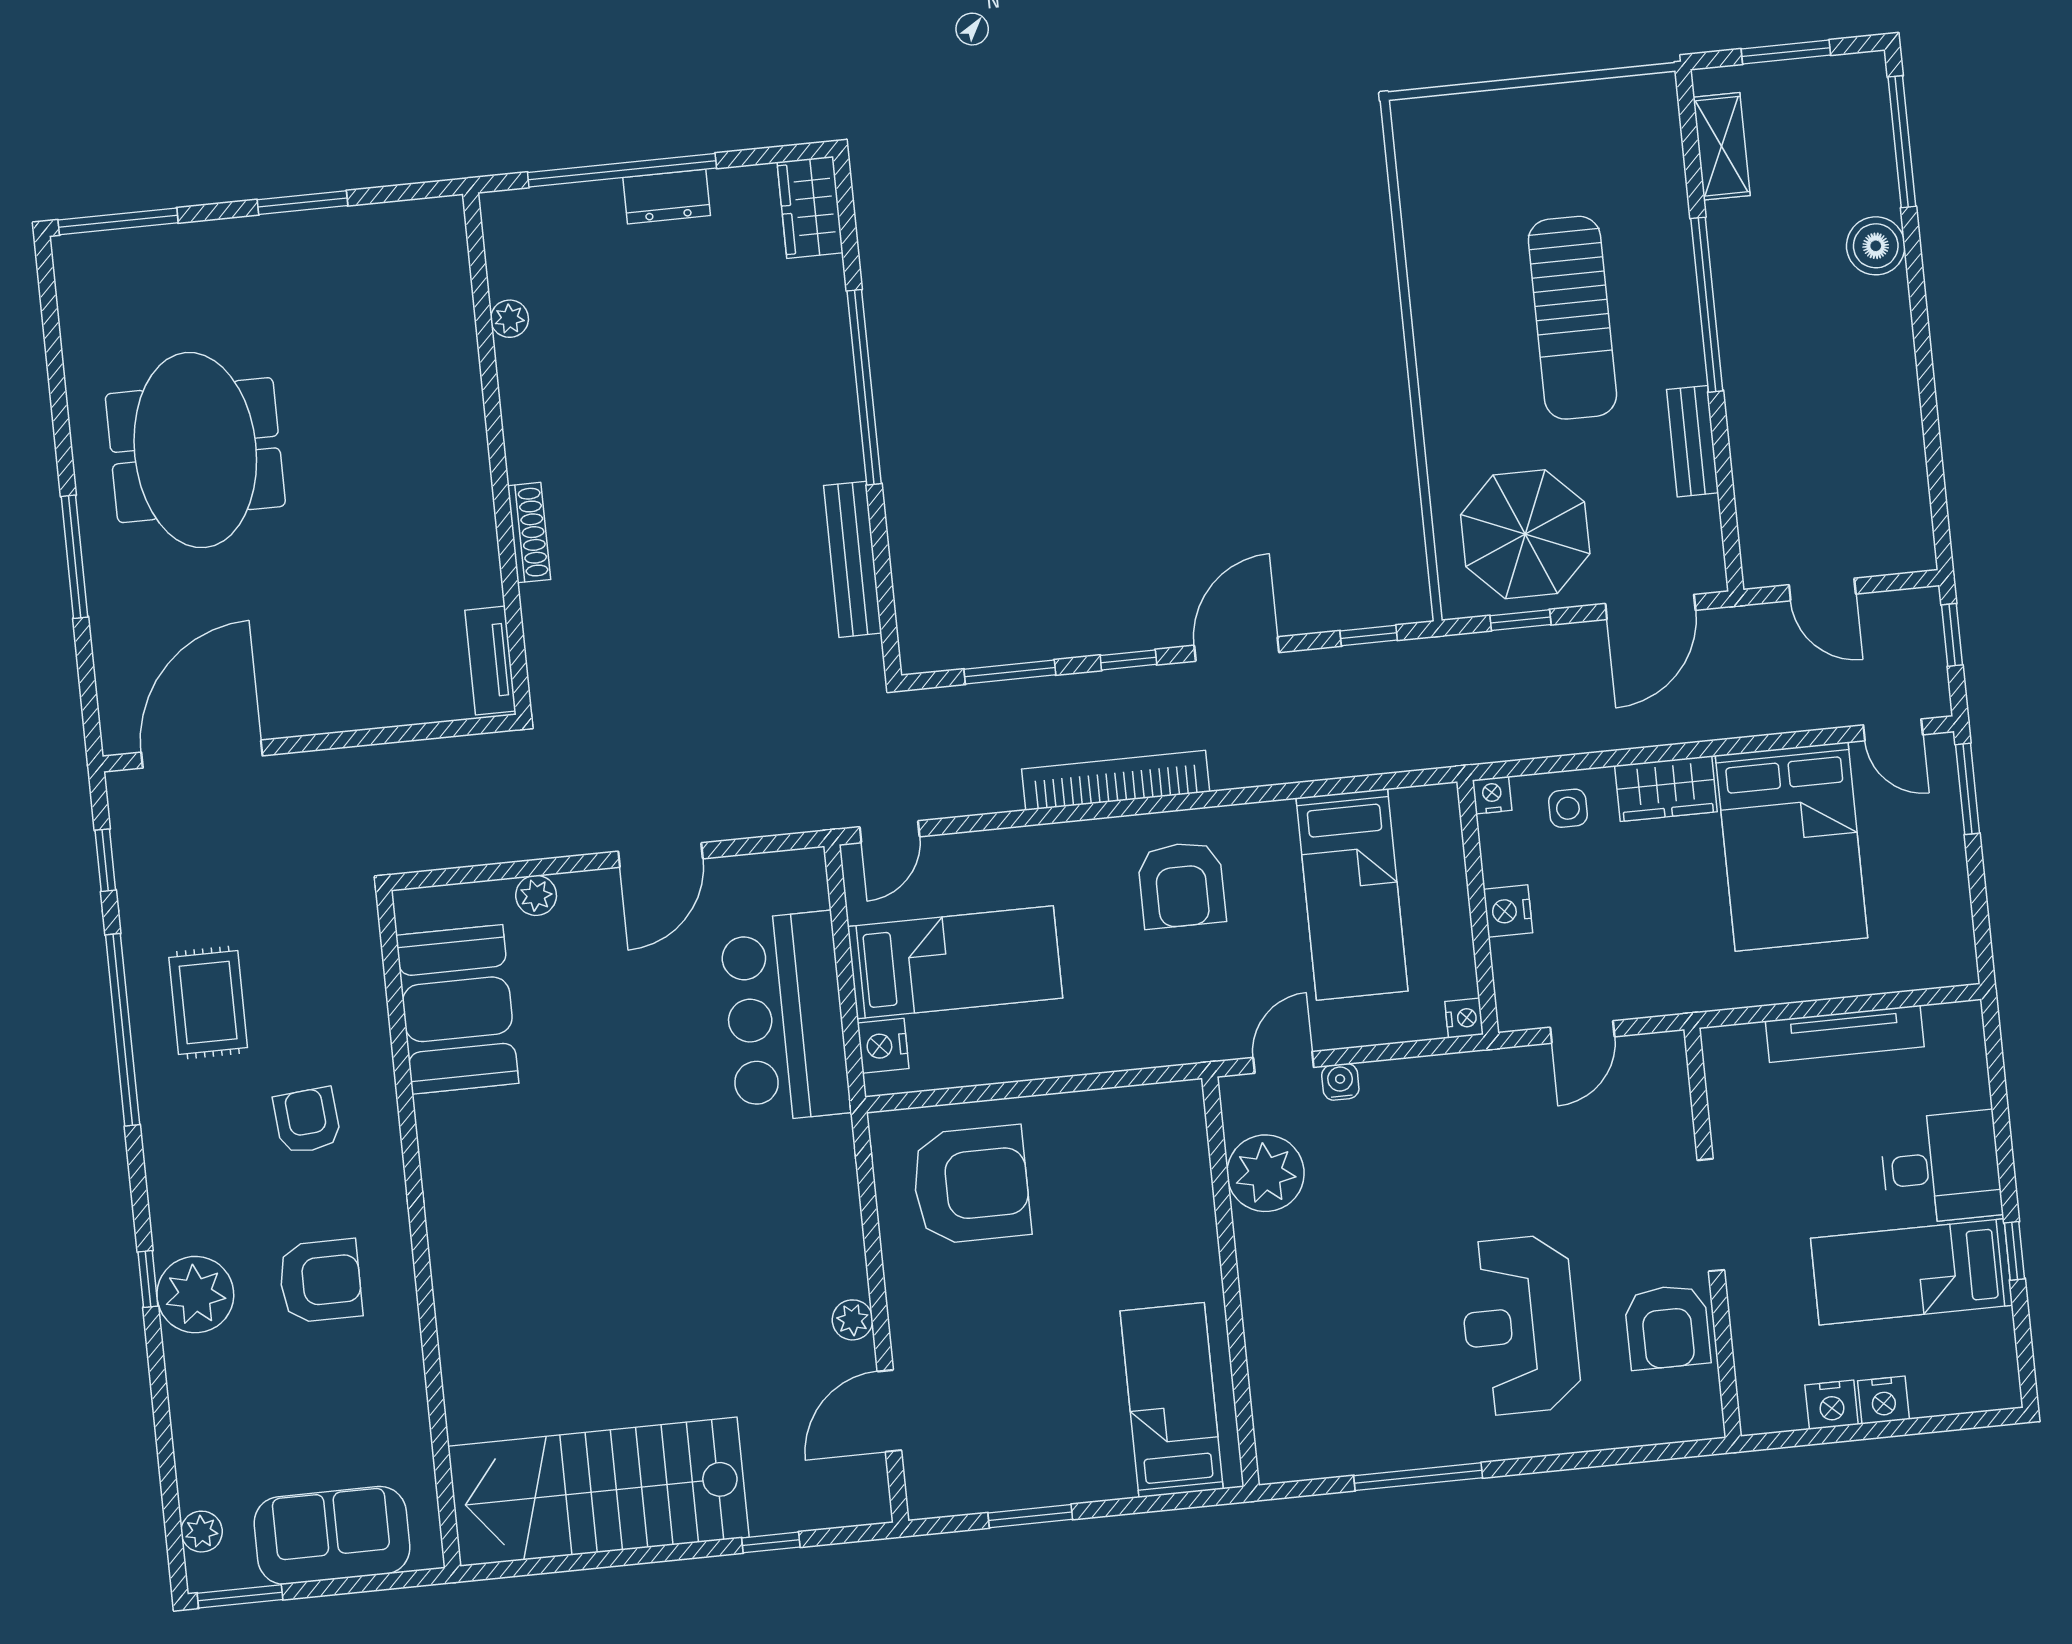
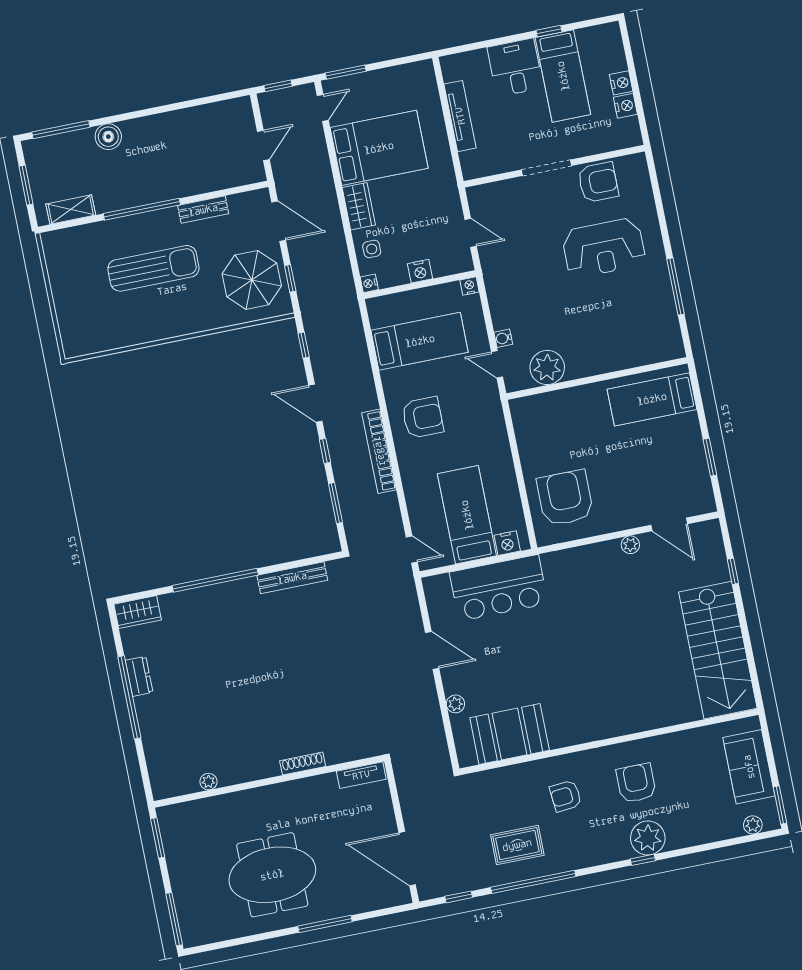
plant: (510, 319) -> (208, 782), moved
wall: (497, 453) -> (269, 781), moved
shoe rack: (529, 533) -> (303, 764), moved
tv unit: (490, 661) -> (361, 775), moved

